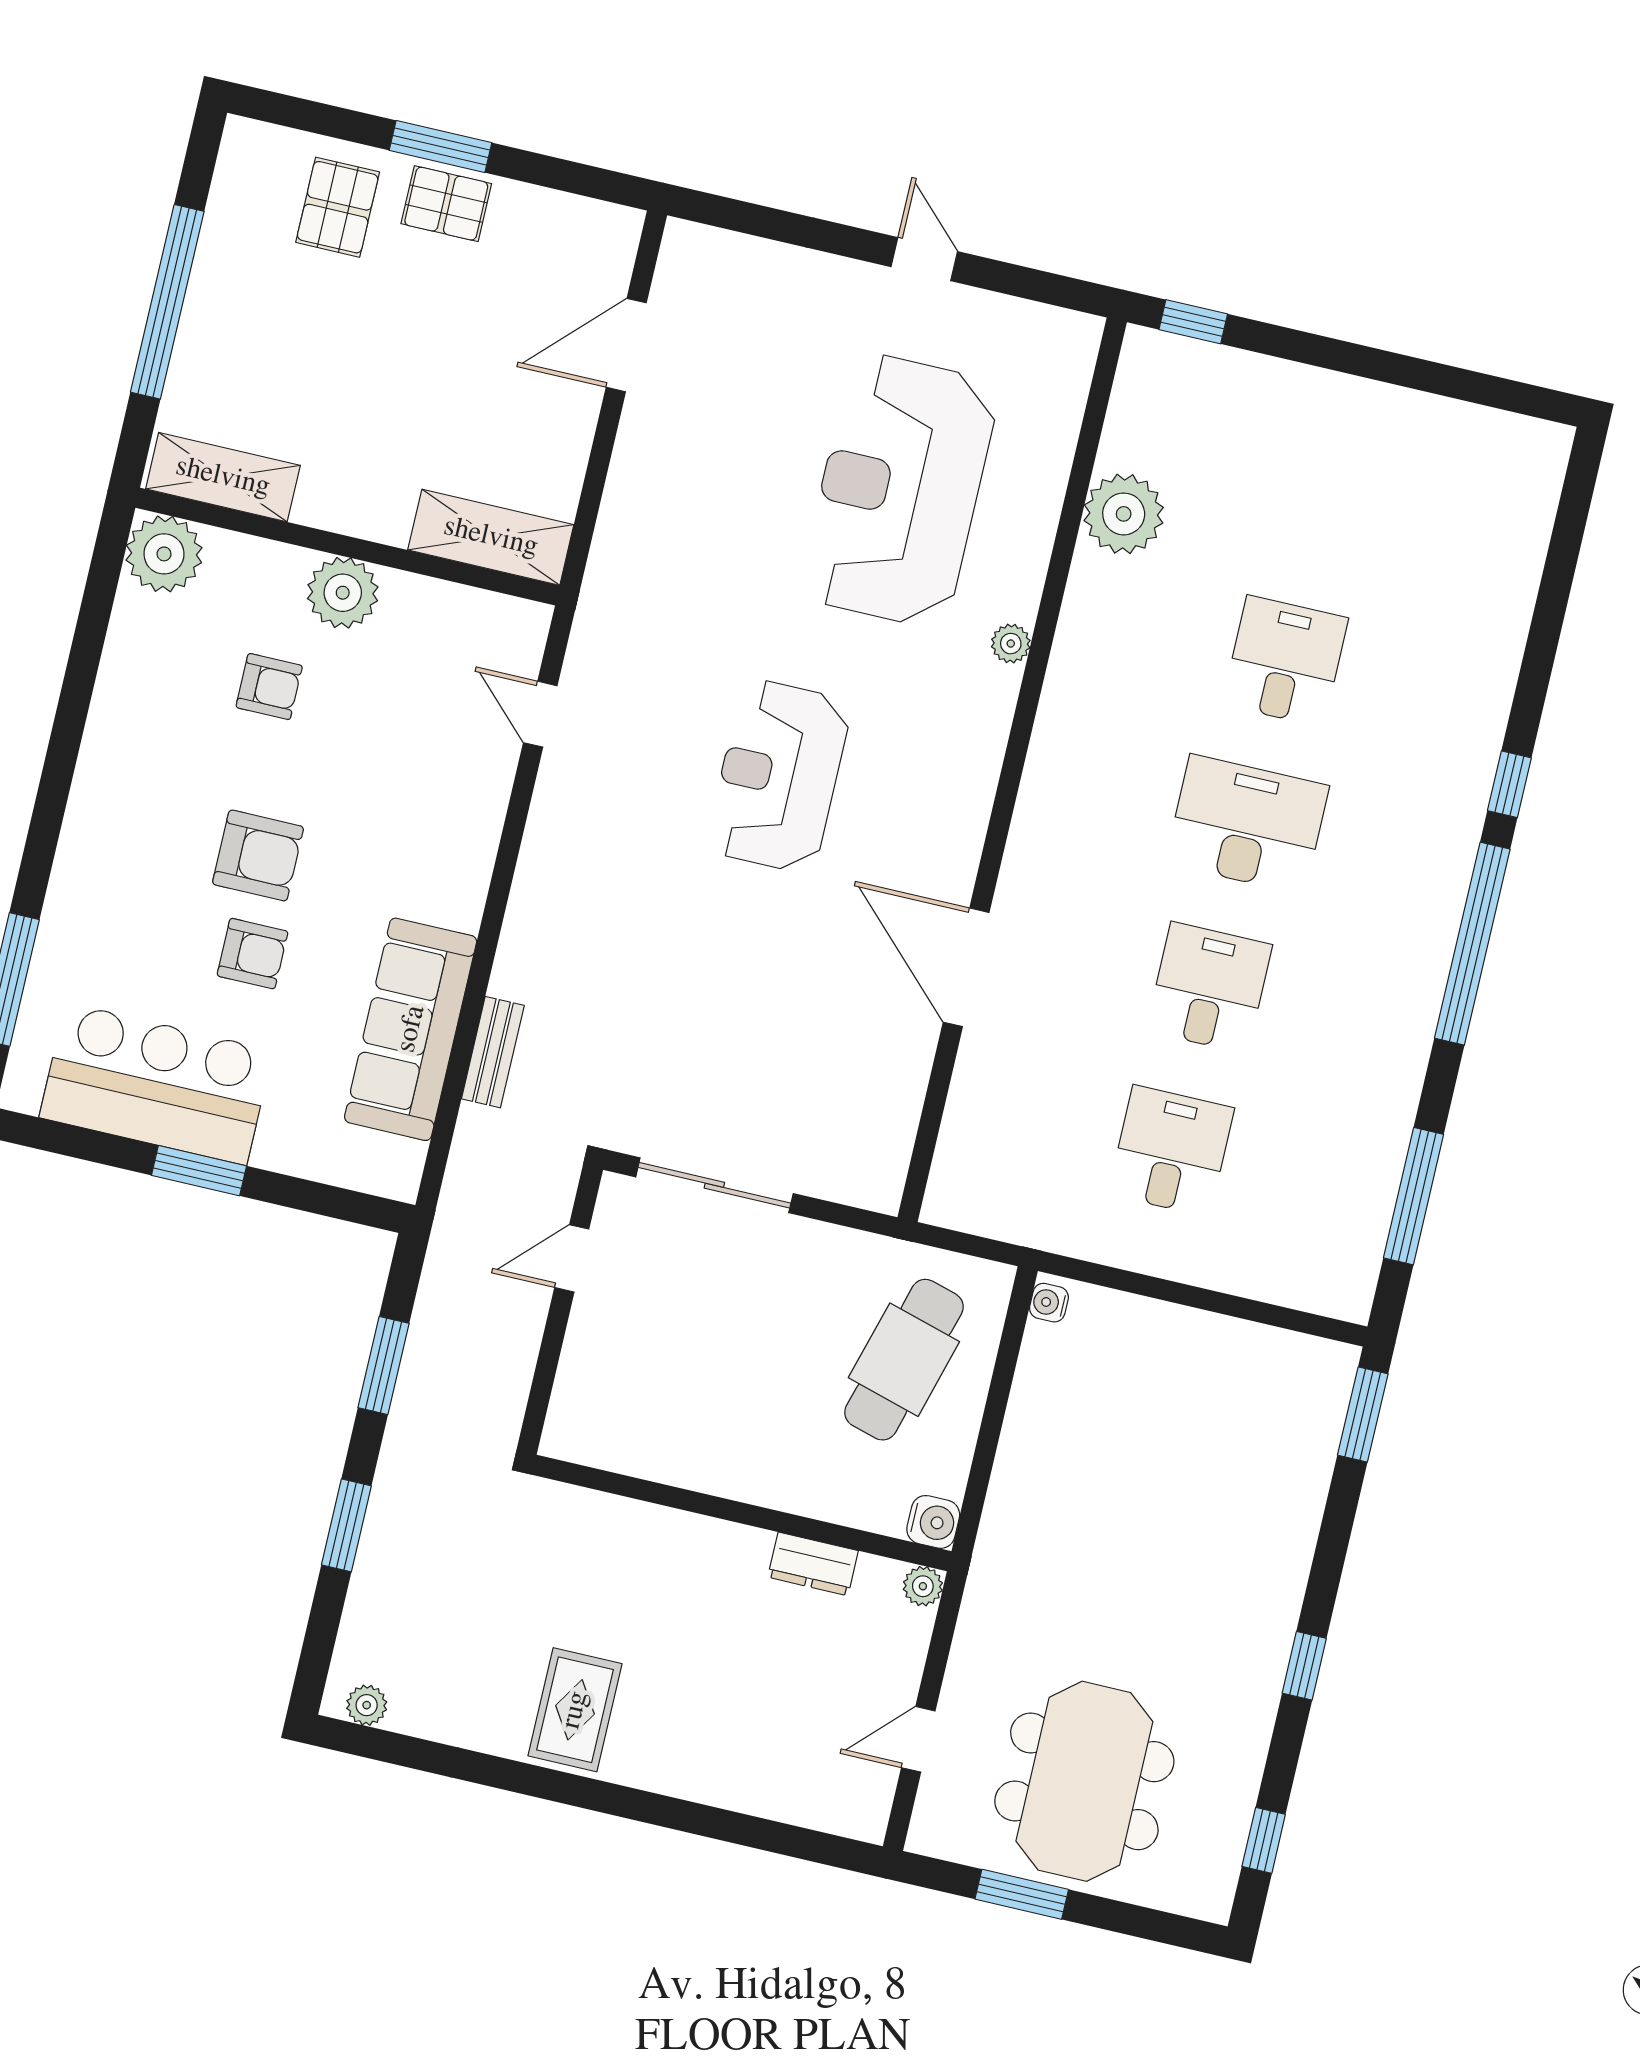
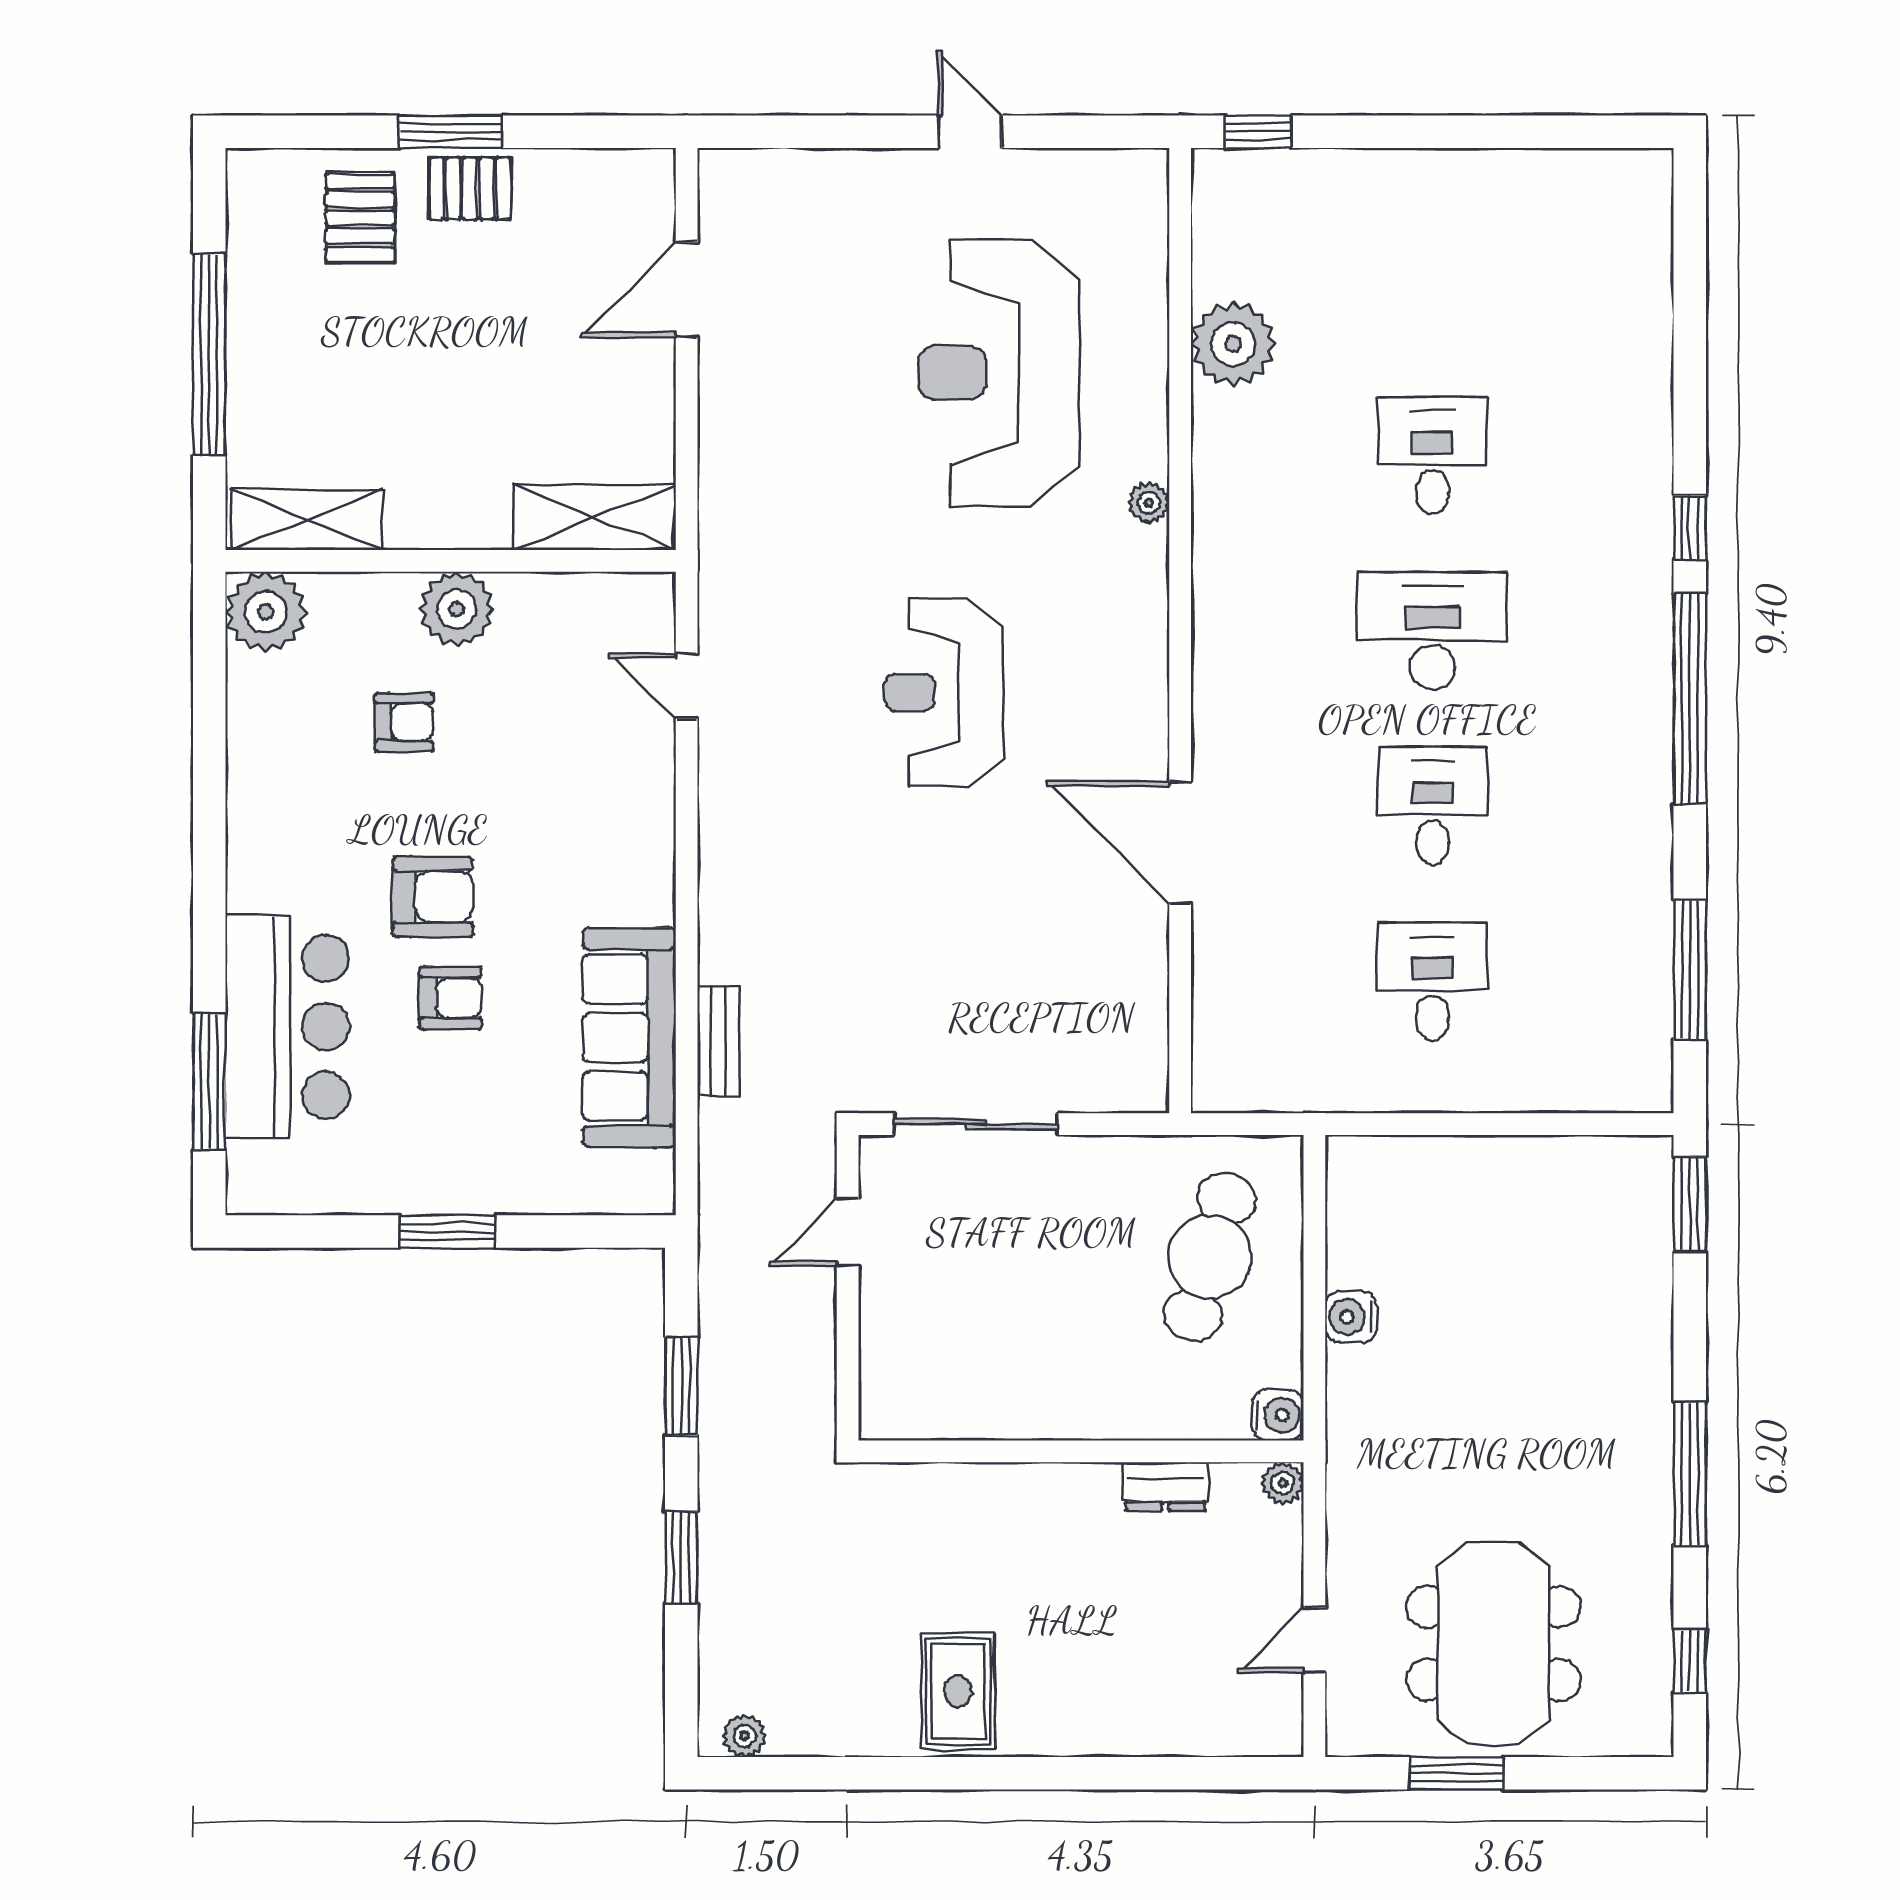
bar counter: (156, 1084) -> (287, 1027), moved, turned 90
water cooler: (1049, 1303) -> (1351, 1317), moved, width x1.38, depth x1.38
window: (1304, 1666) -> (1690, 1474), width x2.17

